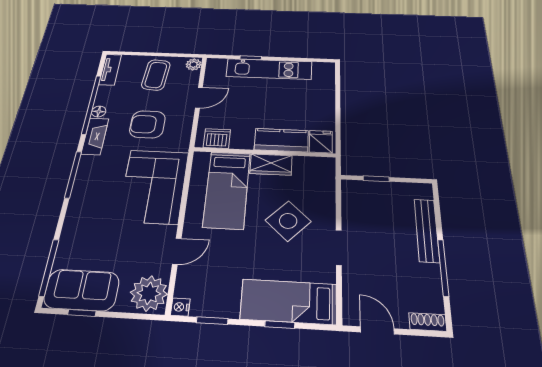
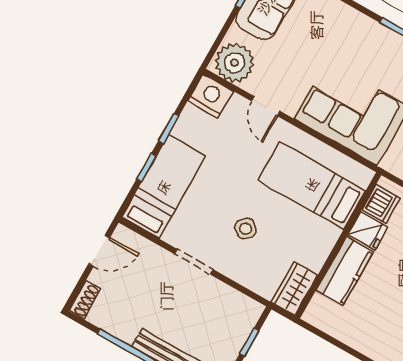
fridge: (321, 142) -> (368, 231), moved
wardrobe: (271, 165) -> (294, 289), moved
side table: (288, 221) -> (246, 228), width x0.54, depth x0.54
nightstand: (180, 307) -> (210, 96), width x1.89, depth x1.79
window: (212, 321) -> (169, 128), moved

